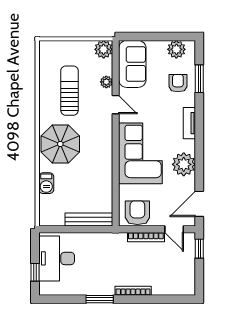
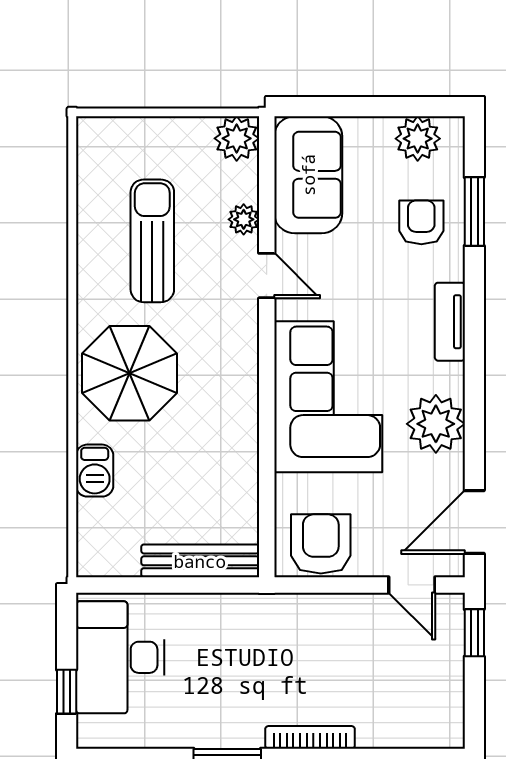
bookcase: (146, 237) -> (342, 604), removed

